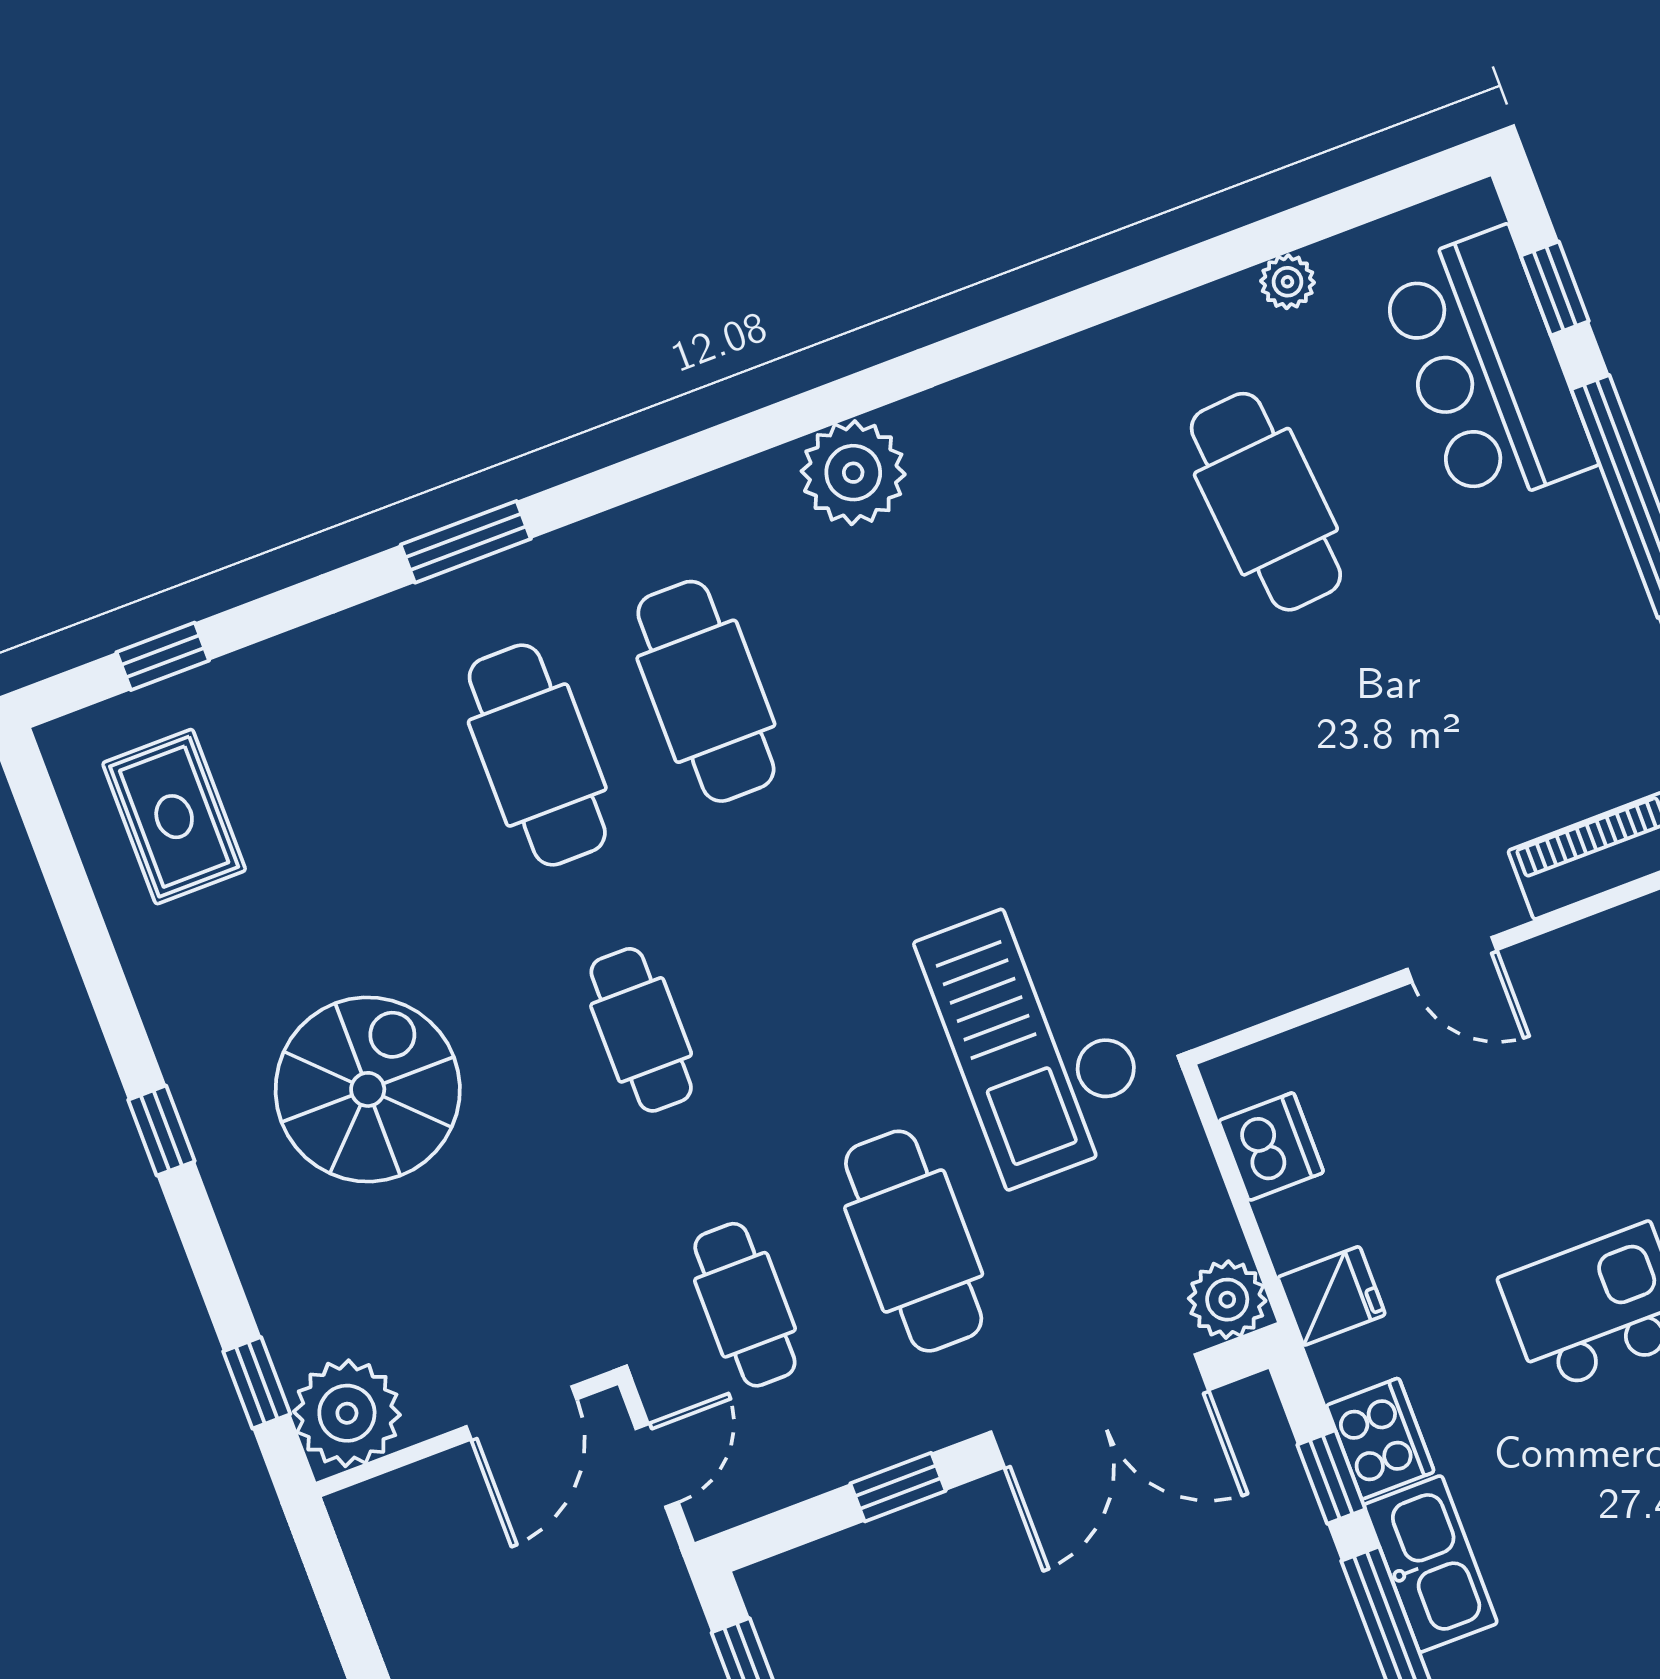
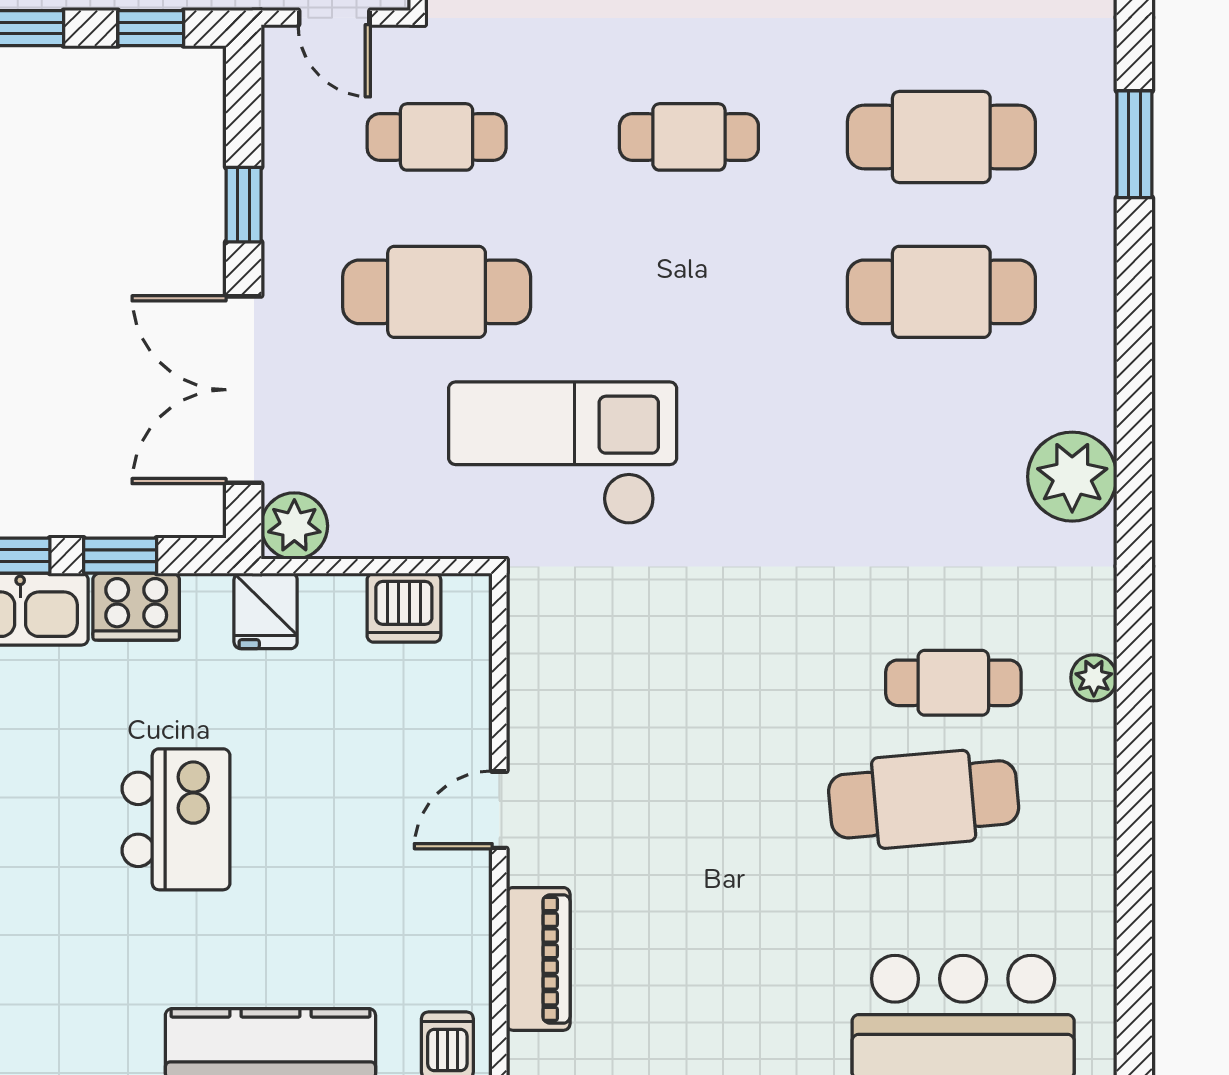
plant: (1287, 282) -> (1094, 678), moved
cafe table: (1127, 517) -> (953, 683), added

